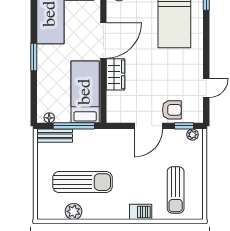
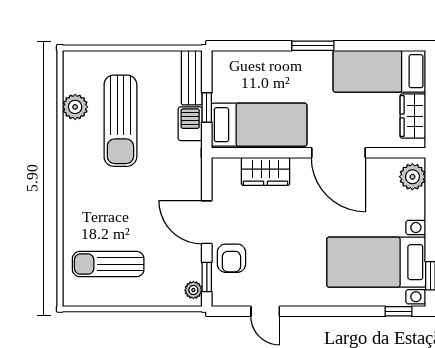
wardrobe: (115, 74) -> (266, 171), moved
floor lamp: (49, 118) -> (219, 69), removed
window: (74, 126) -> (207, 107), width x0.46
barbecue: (141, 212) -> (190, 124), moved, turned 180

